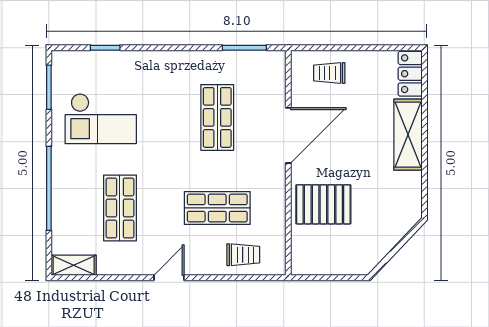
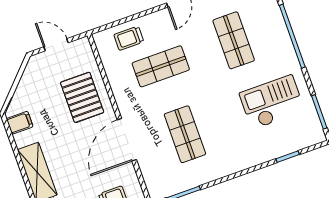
filing cabinet: (408, 201) -> (20, 123), added
pallet: (323, 204) -> (82, 97), turned 90
door: (332, 278) -> (56, 45), added

